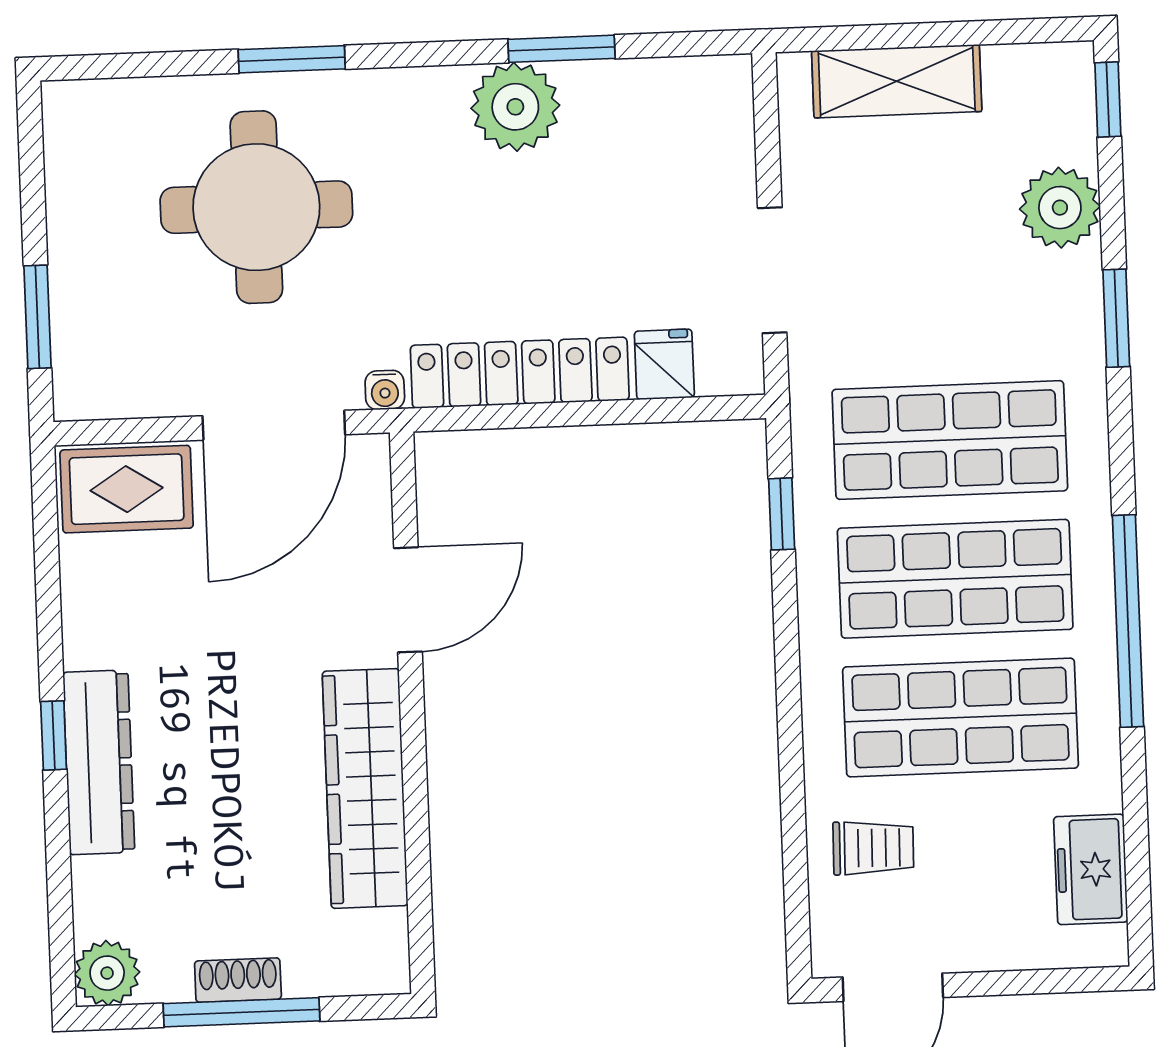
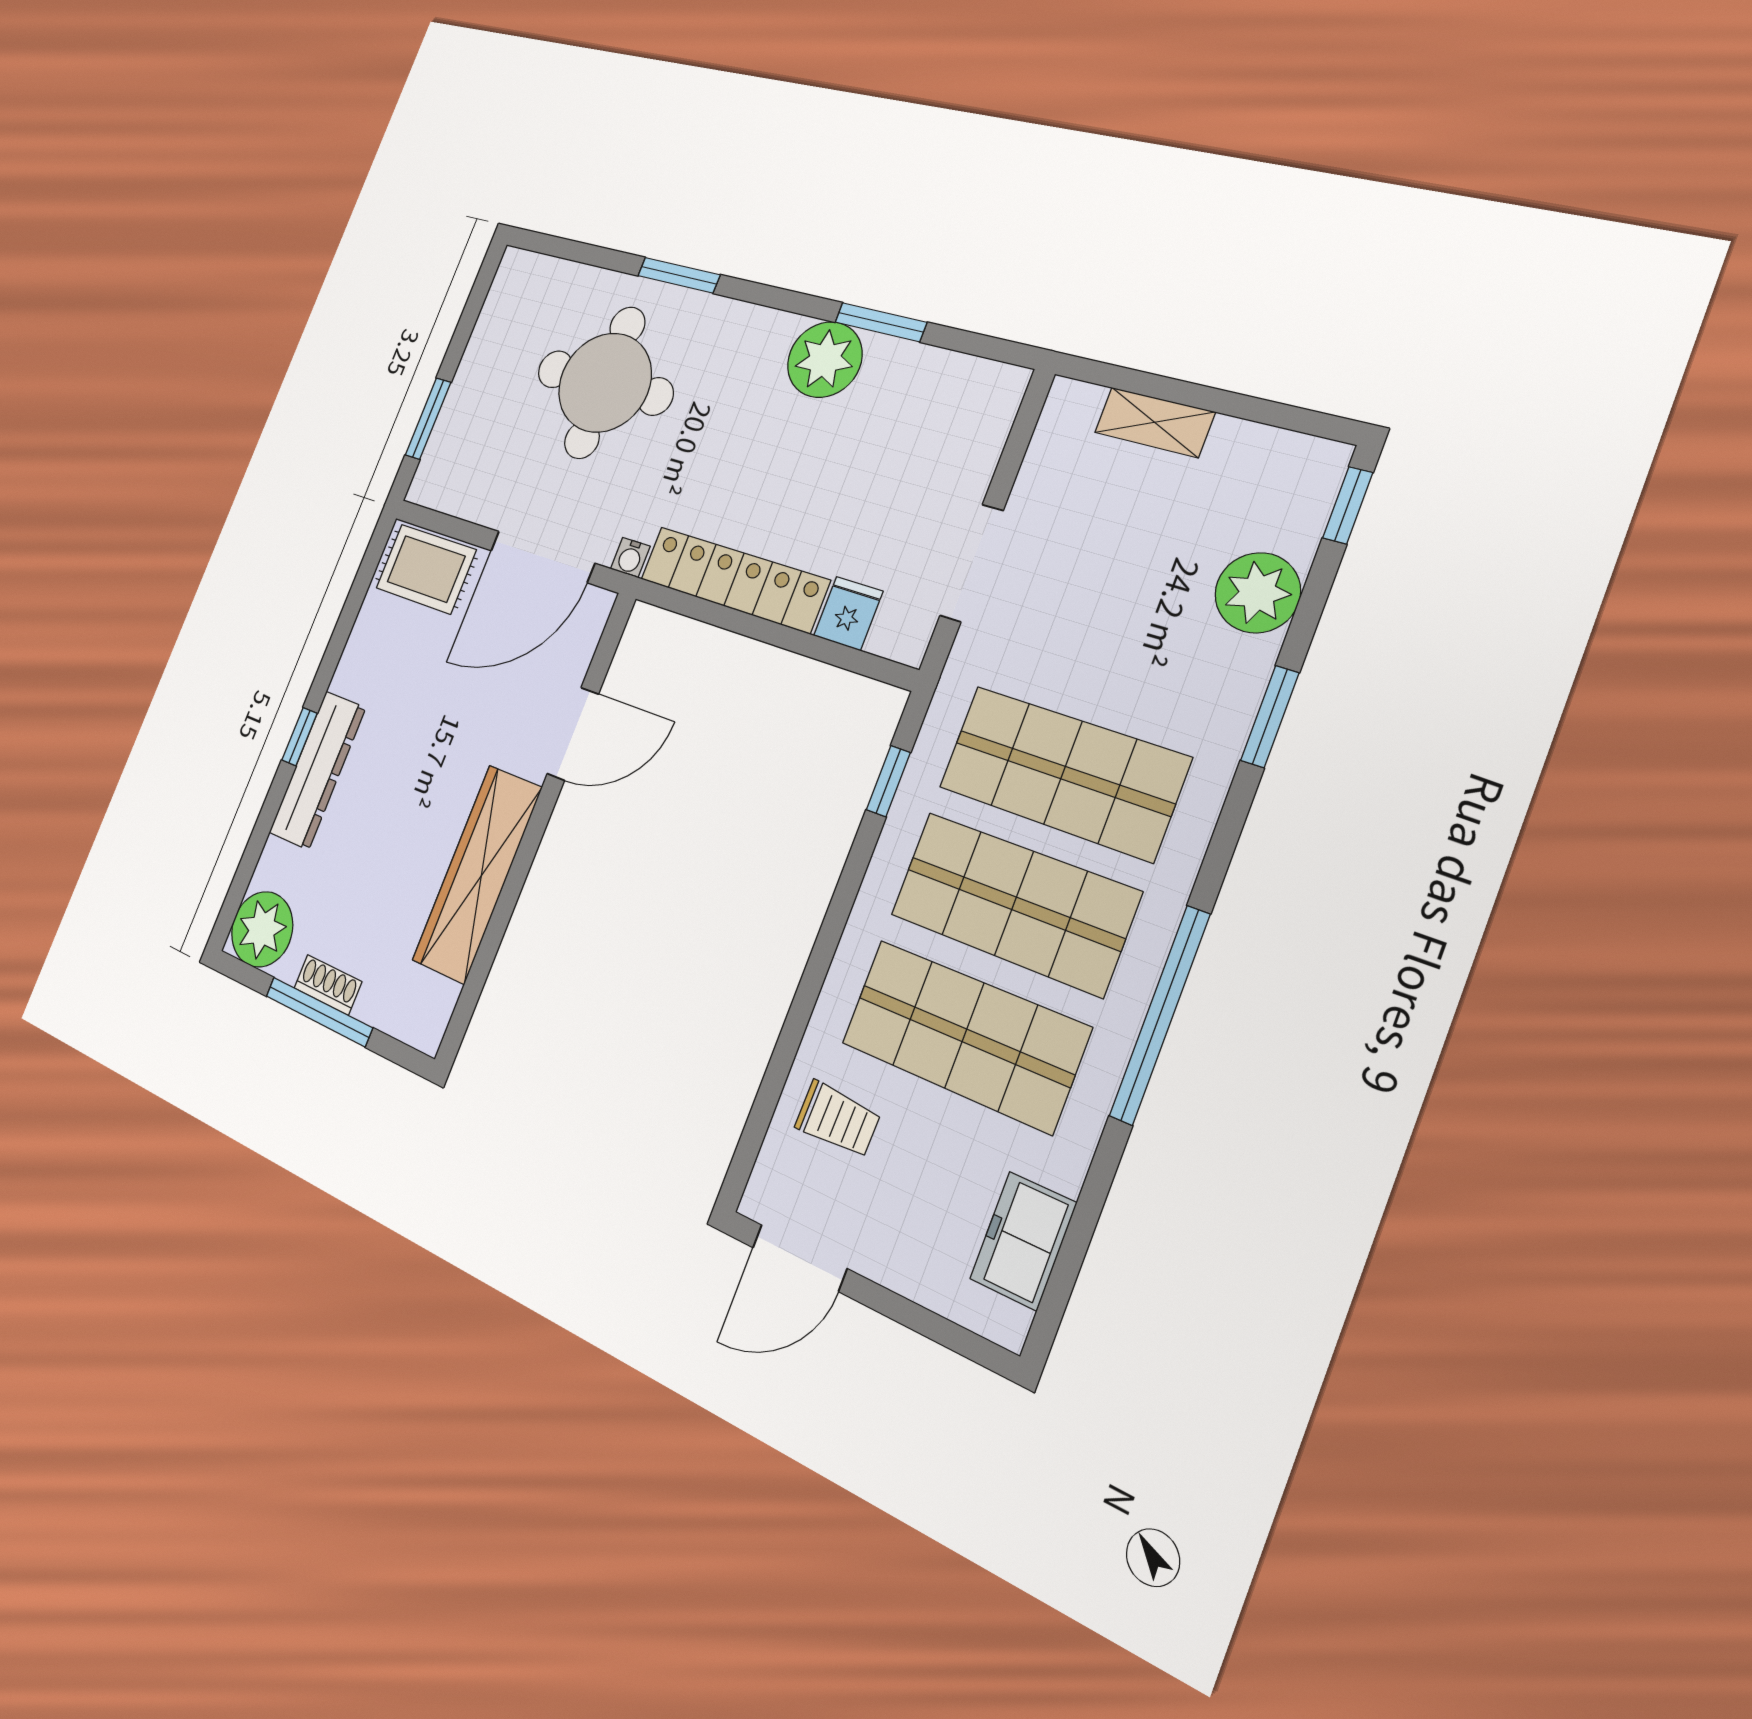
shelving: (897, 81) -> (1155, 422), width x0.67, depth x0.75
plant: (107, 973) -> (262, 929), width x1.36, depth x1.36

